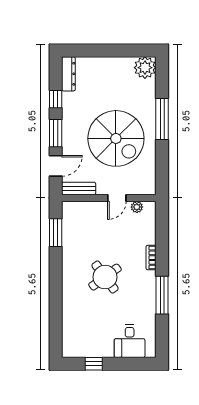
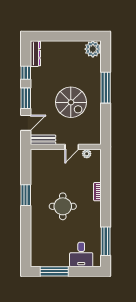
spiral stairs: (116, 138) -> (71, 102), width x0.73, depth x0.73
window: (56, 233) -> (26, 195), moved
round table: (105, 277) -> (63, 206), turned 36
window: (162, 295) -> (106, 241), moved
window: (94, 364) -> (54, 271), width x2.17

